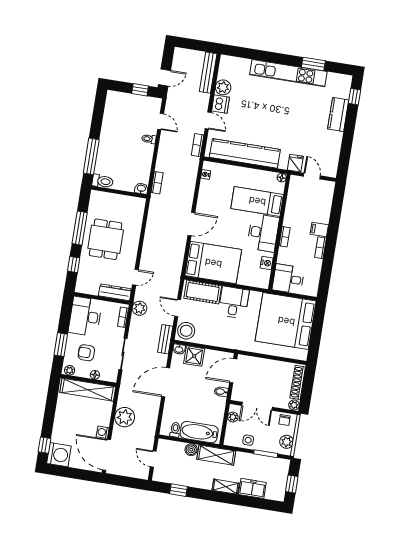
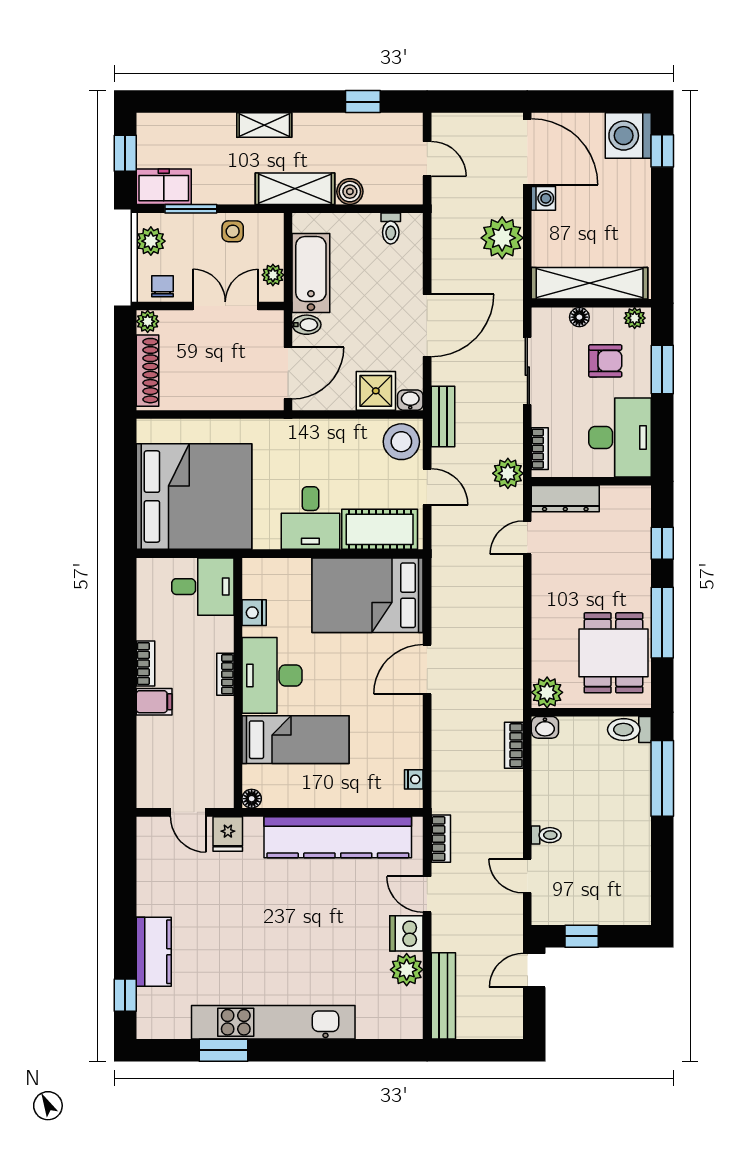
plant: (138, 204) -> (547, 692), added
dining table: (106, 239) -> (613, 653), moved
bathtub: (199, 432) -> (311, 273), moved, turned -90
freezer: (252, 488) -> (164, 187), moved, turned 180

